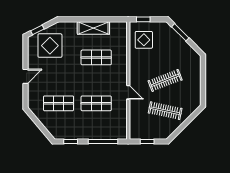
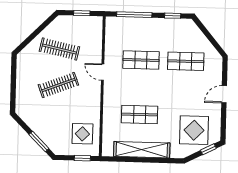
shelving: (93, 28) -> (142, 150), width x1.47

